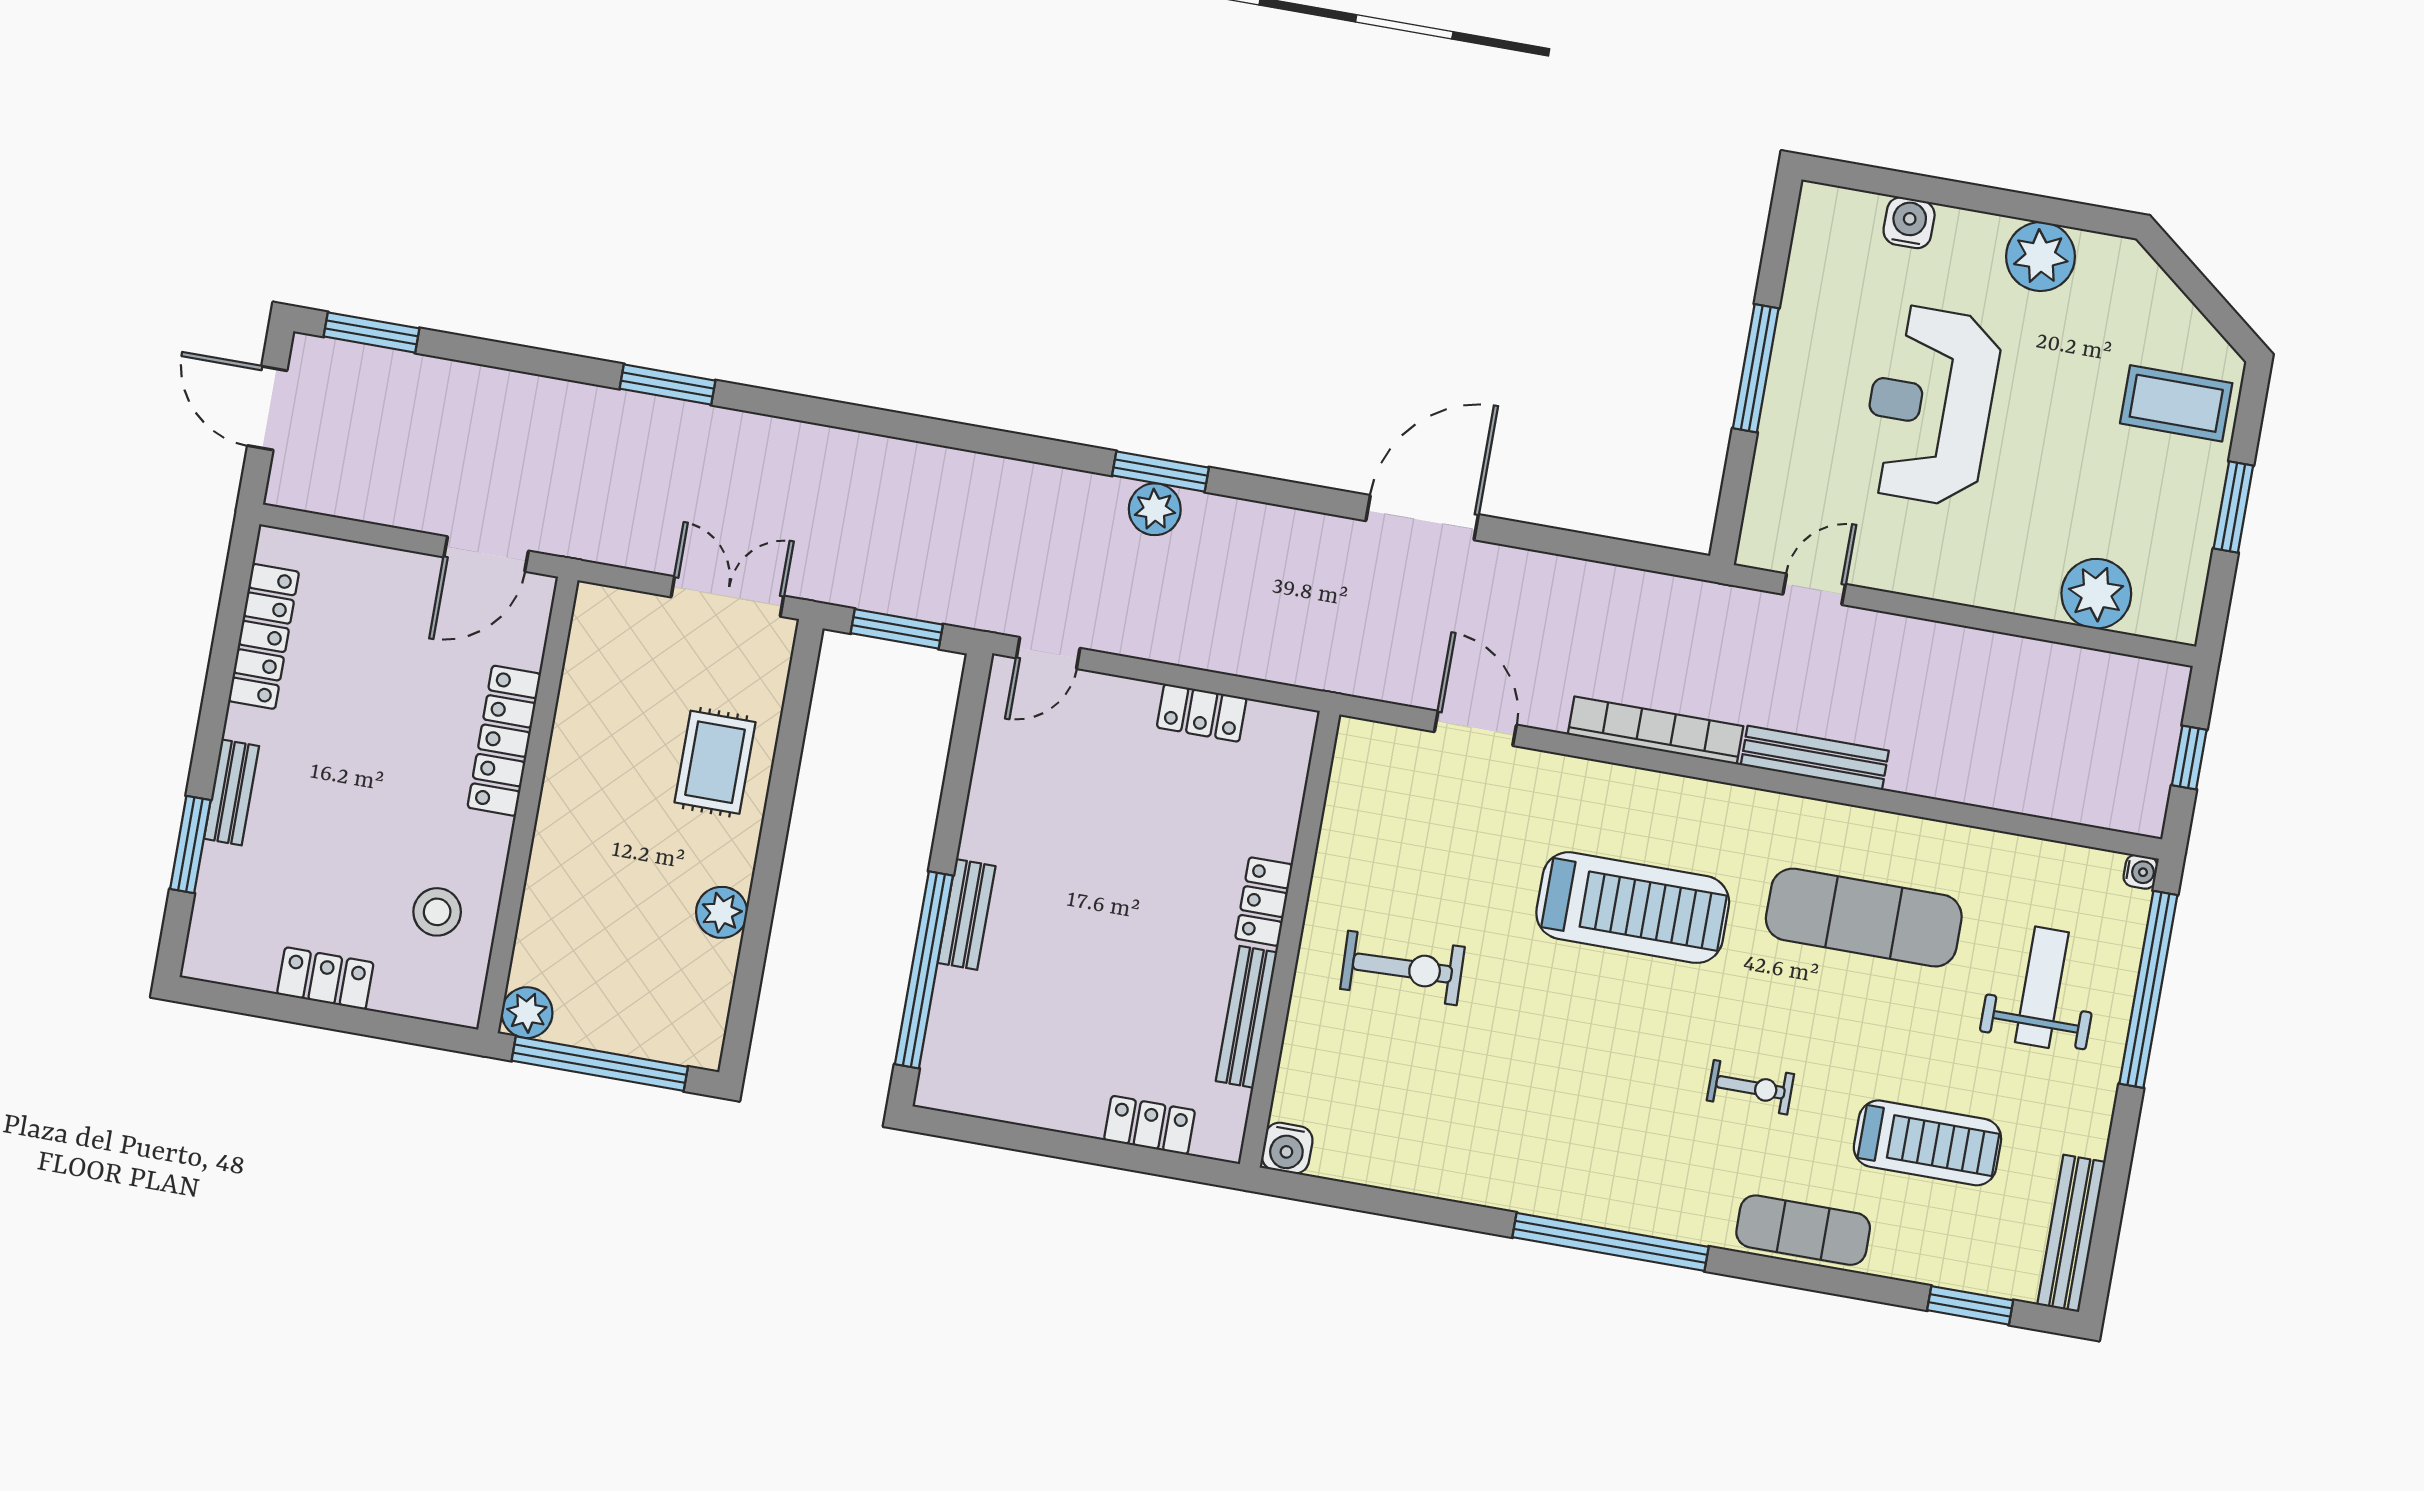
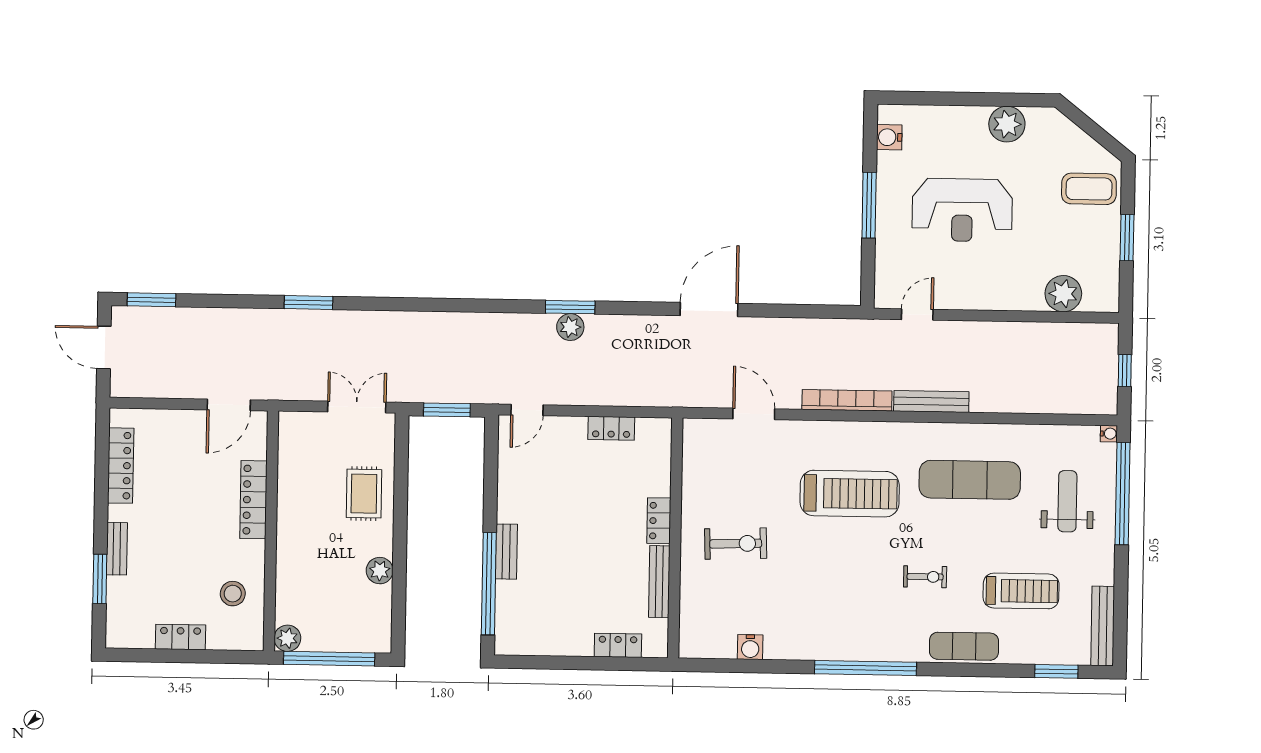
water cooler: (1909, 223) -> (889, 137), moved, turned -90
reception desk: (1930, 405) -> (962, 210), turned -90
water cooler: (1287, 1148) -> (750, 647), moved

